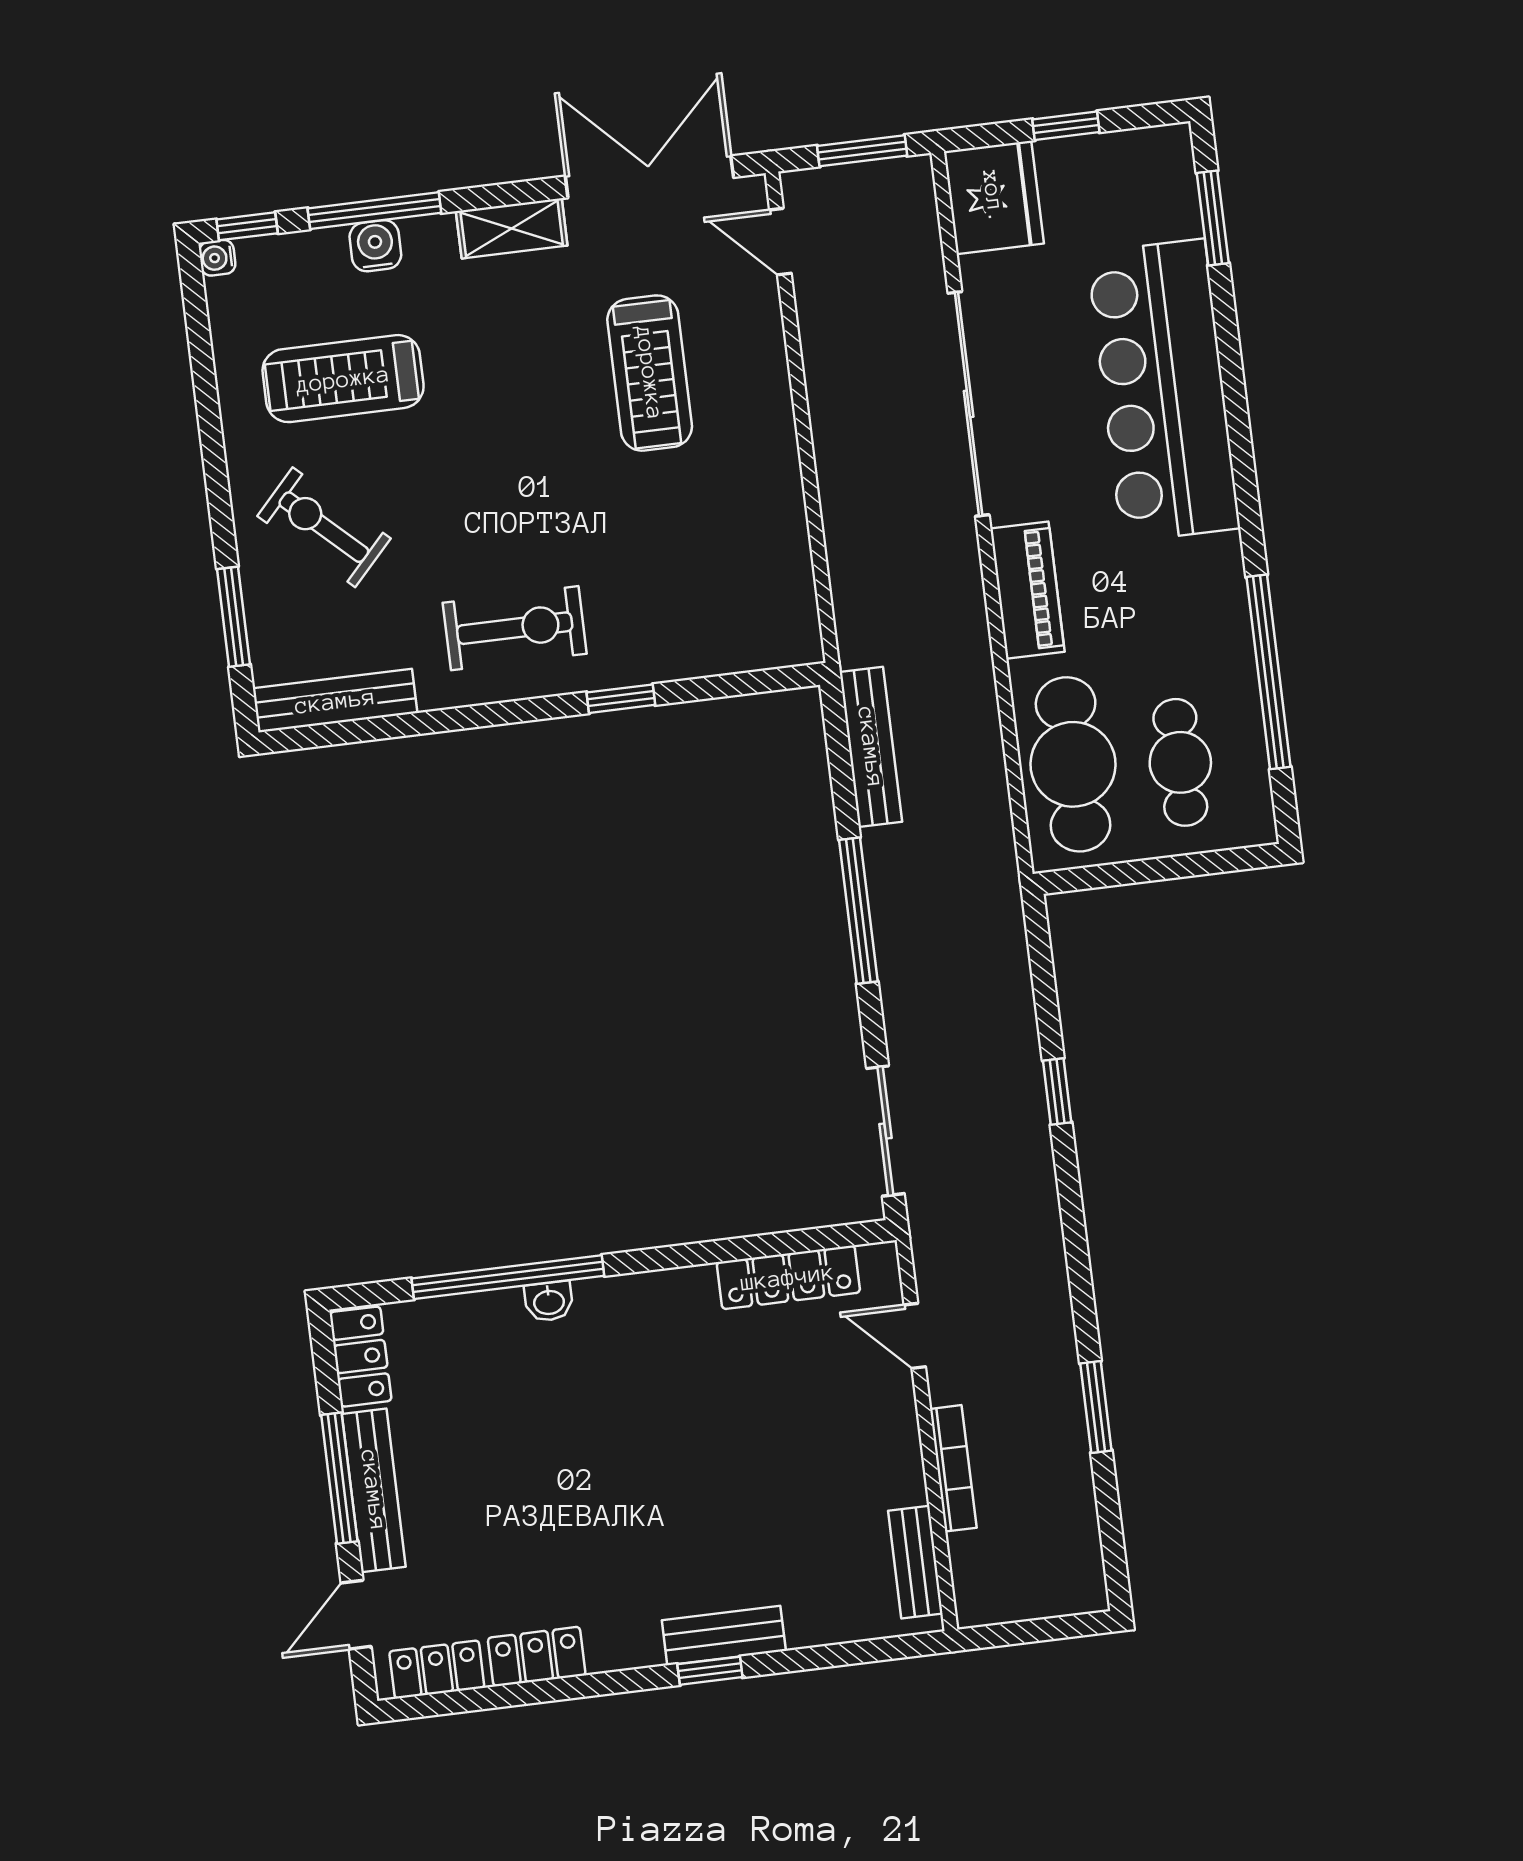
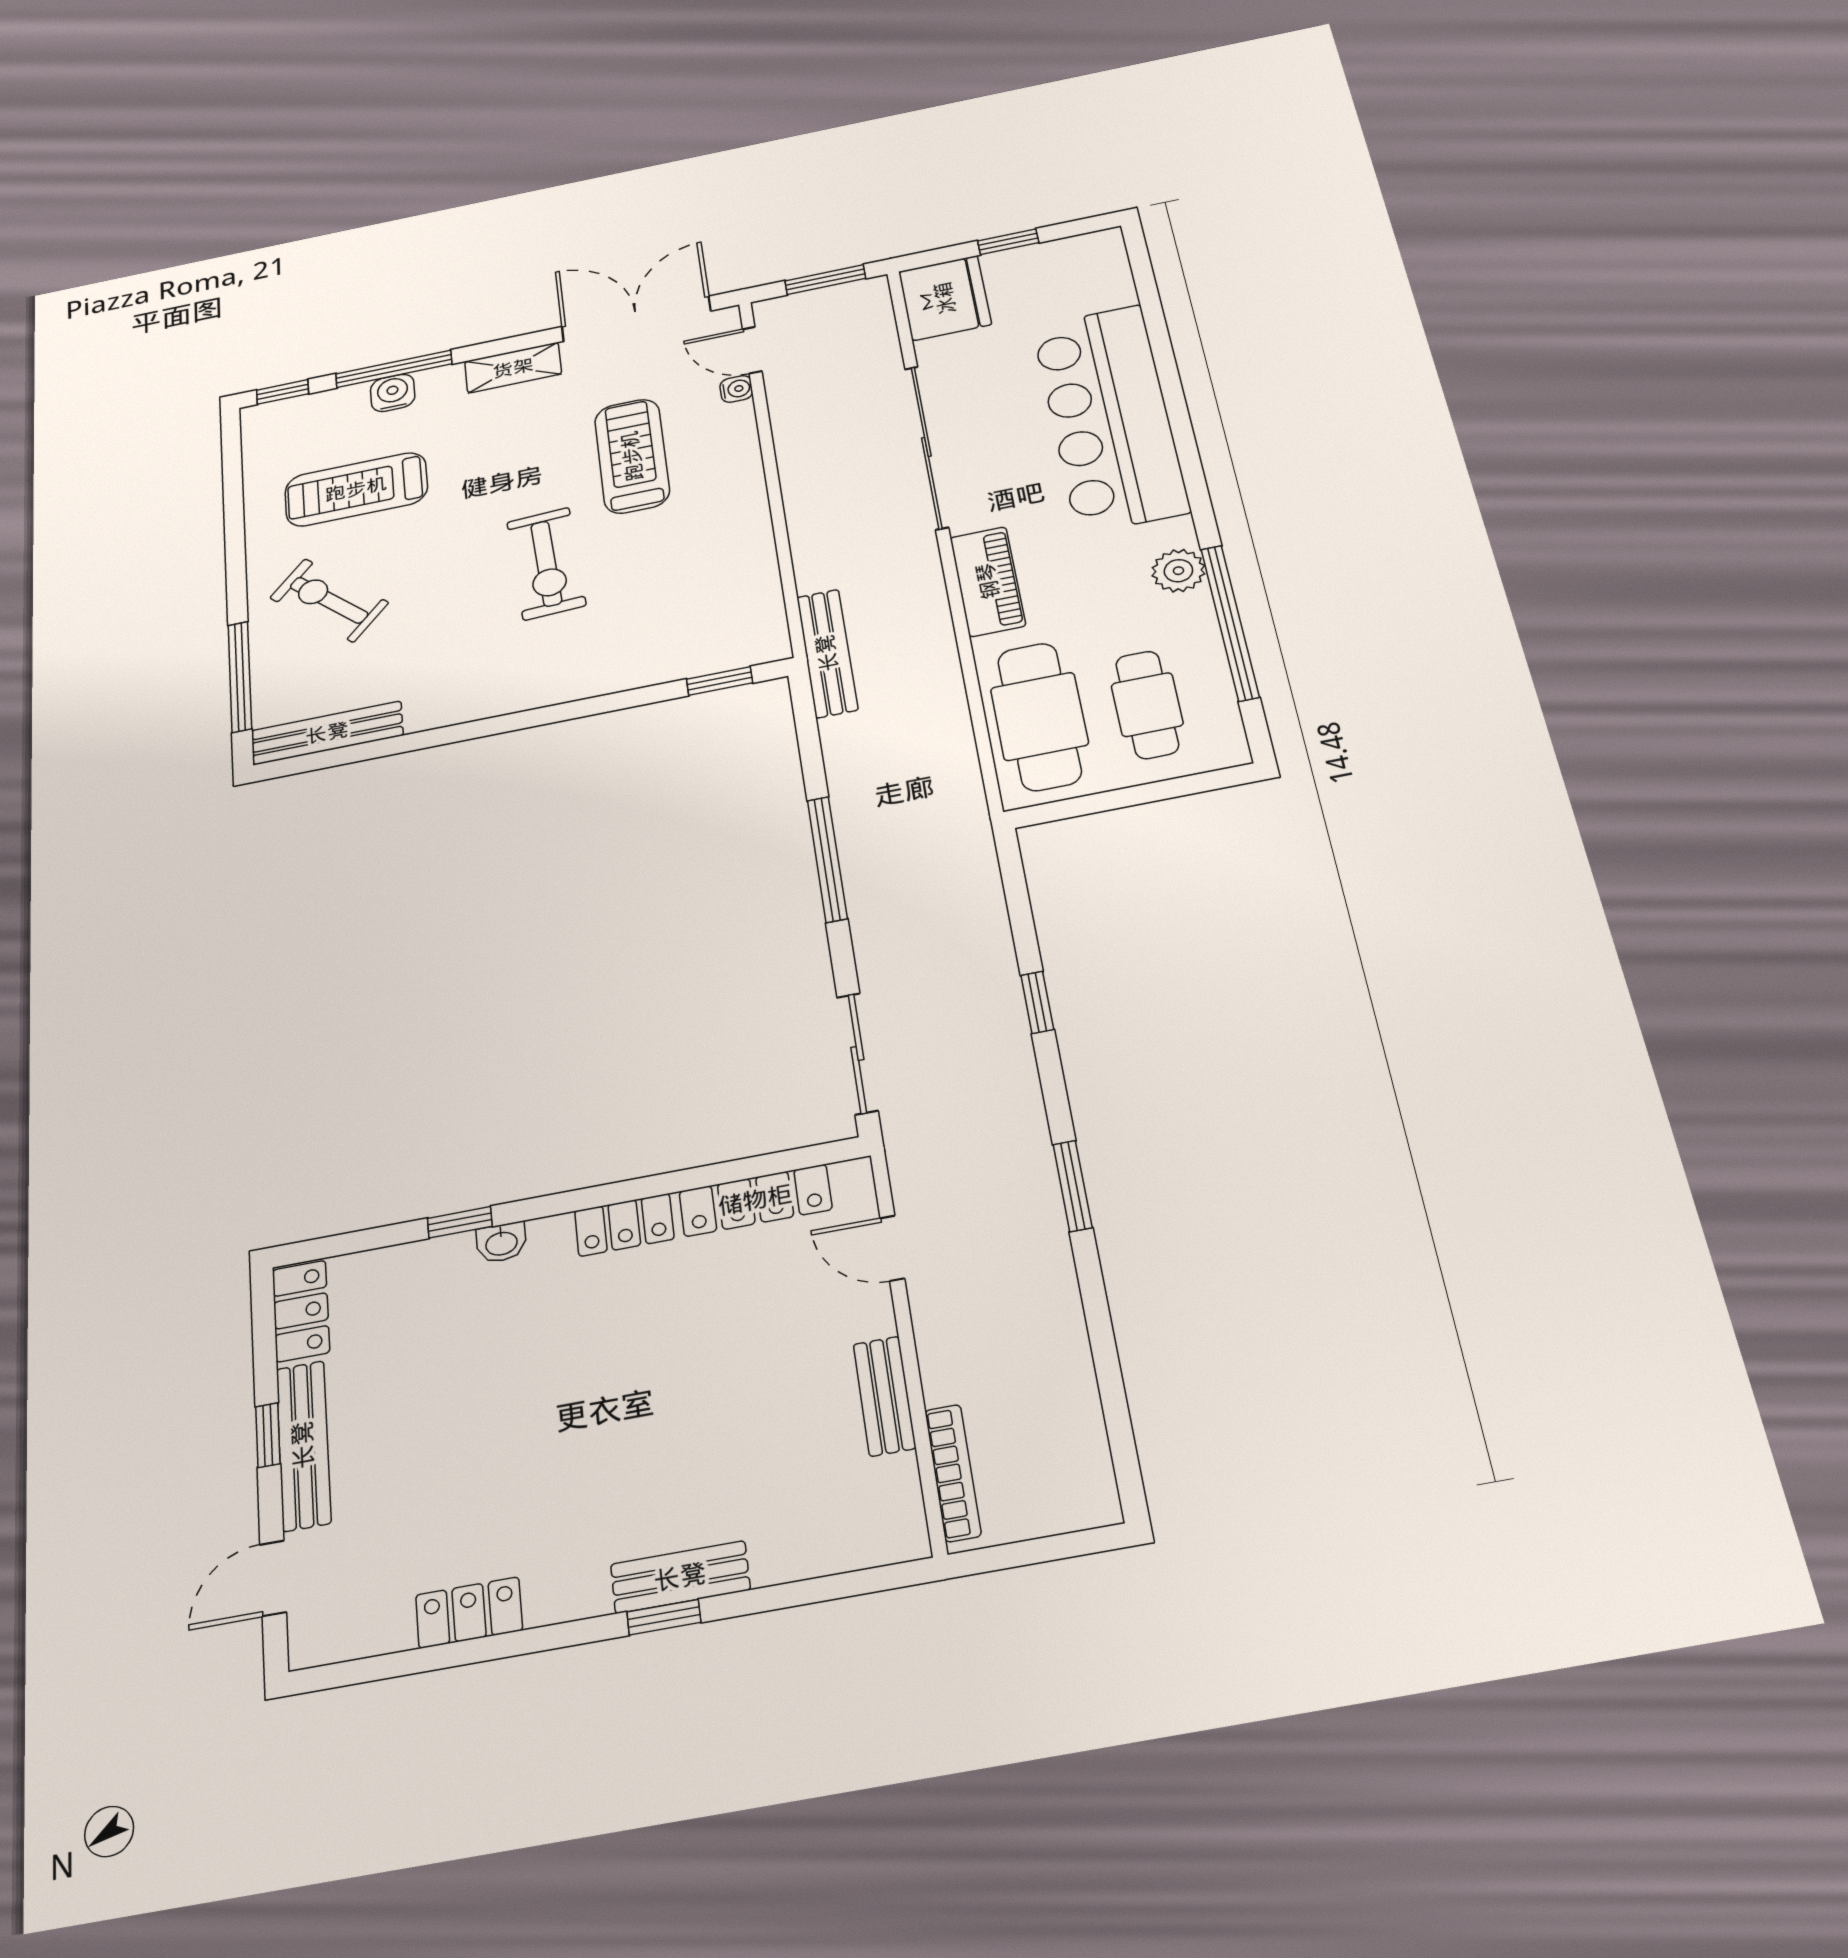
window: (1213, 218) -> (1147, 290), removed
water cooler: (217, 258) -> (736, 389), moved, turned 180
treadmill: (650, 373) -> (632, 456), turned 180
plant: (1222, 601) -> (1178, 571), added
window: (234, 617) -> (240, 677), width x1.44
exercise bike: (515, 628) -> (546, 564), moved, turned 87
window: (621, 699) -> (720, 681), moved
bench: (871, 747) -> (827, 653), moved
window: (508, 1277) -> (460, 1222), width x0.32
window: (1096, 1407) -> (1073, 1186), moved
bookcase: (953, 1468) -> (953, 1473), moved
window: (339, 1478) -> (268, 1435), width x0.46
bench: (915, 1562) -> (884, 1396), moved
locker: (437, 1670) -> (624, 1225), moved, turned 180

